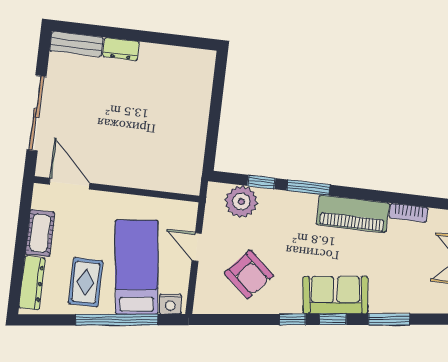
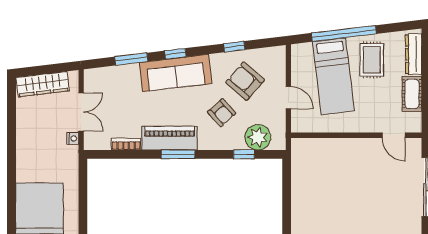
door: (69, 184) -> (394, 135), width x0.73
window: (308, 188) -> (178, 154), moved
armchair: (283, 238) -> (222, 113), added
sofa: (335, 295) -> (176, 73), width x1.36
nightstand: (170, 304) -> (304, 51), removed
window: (293, 319) -> (234, 47), moved

